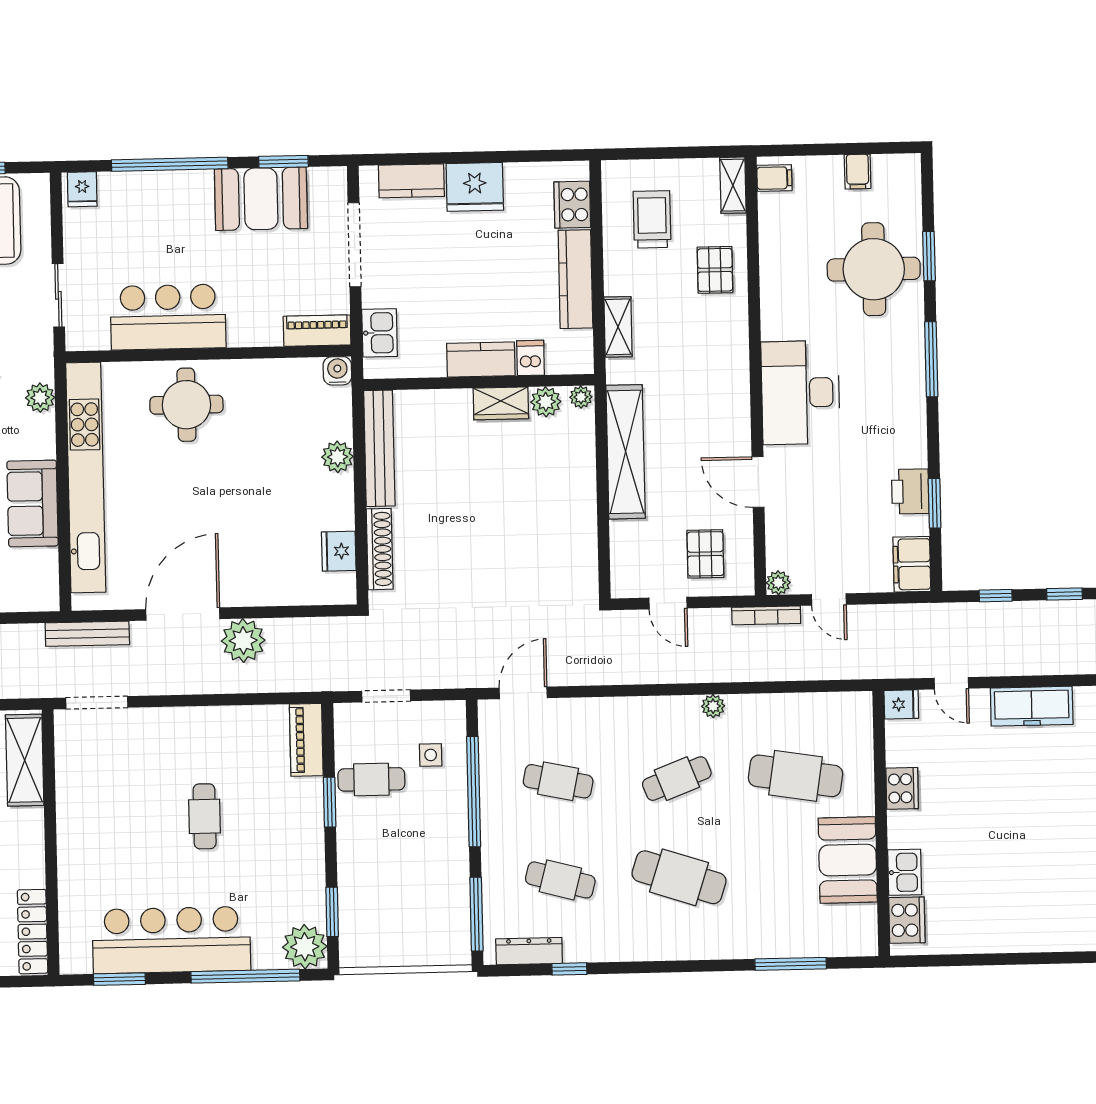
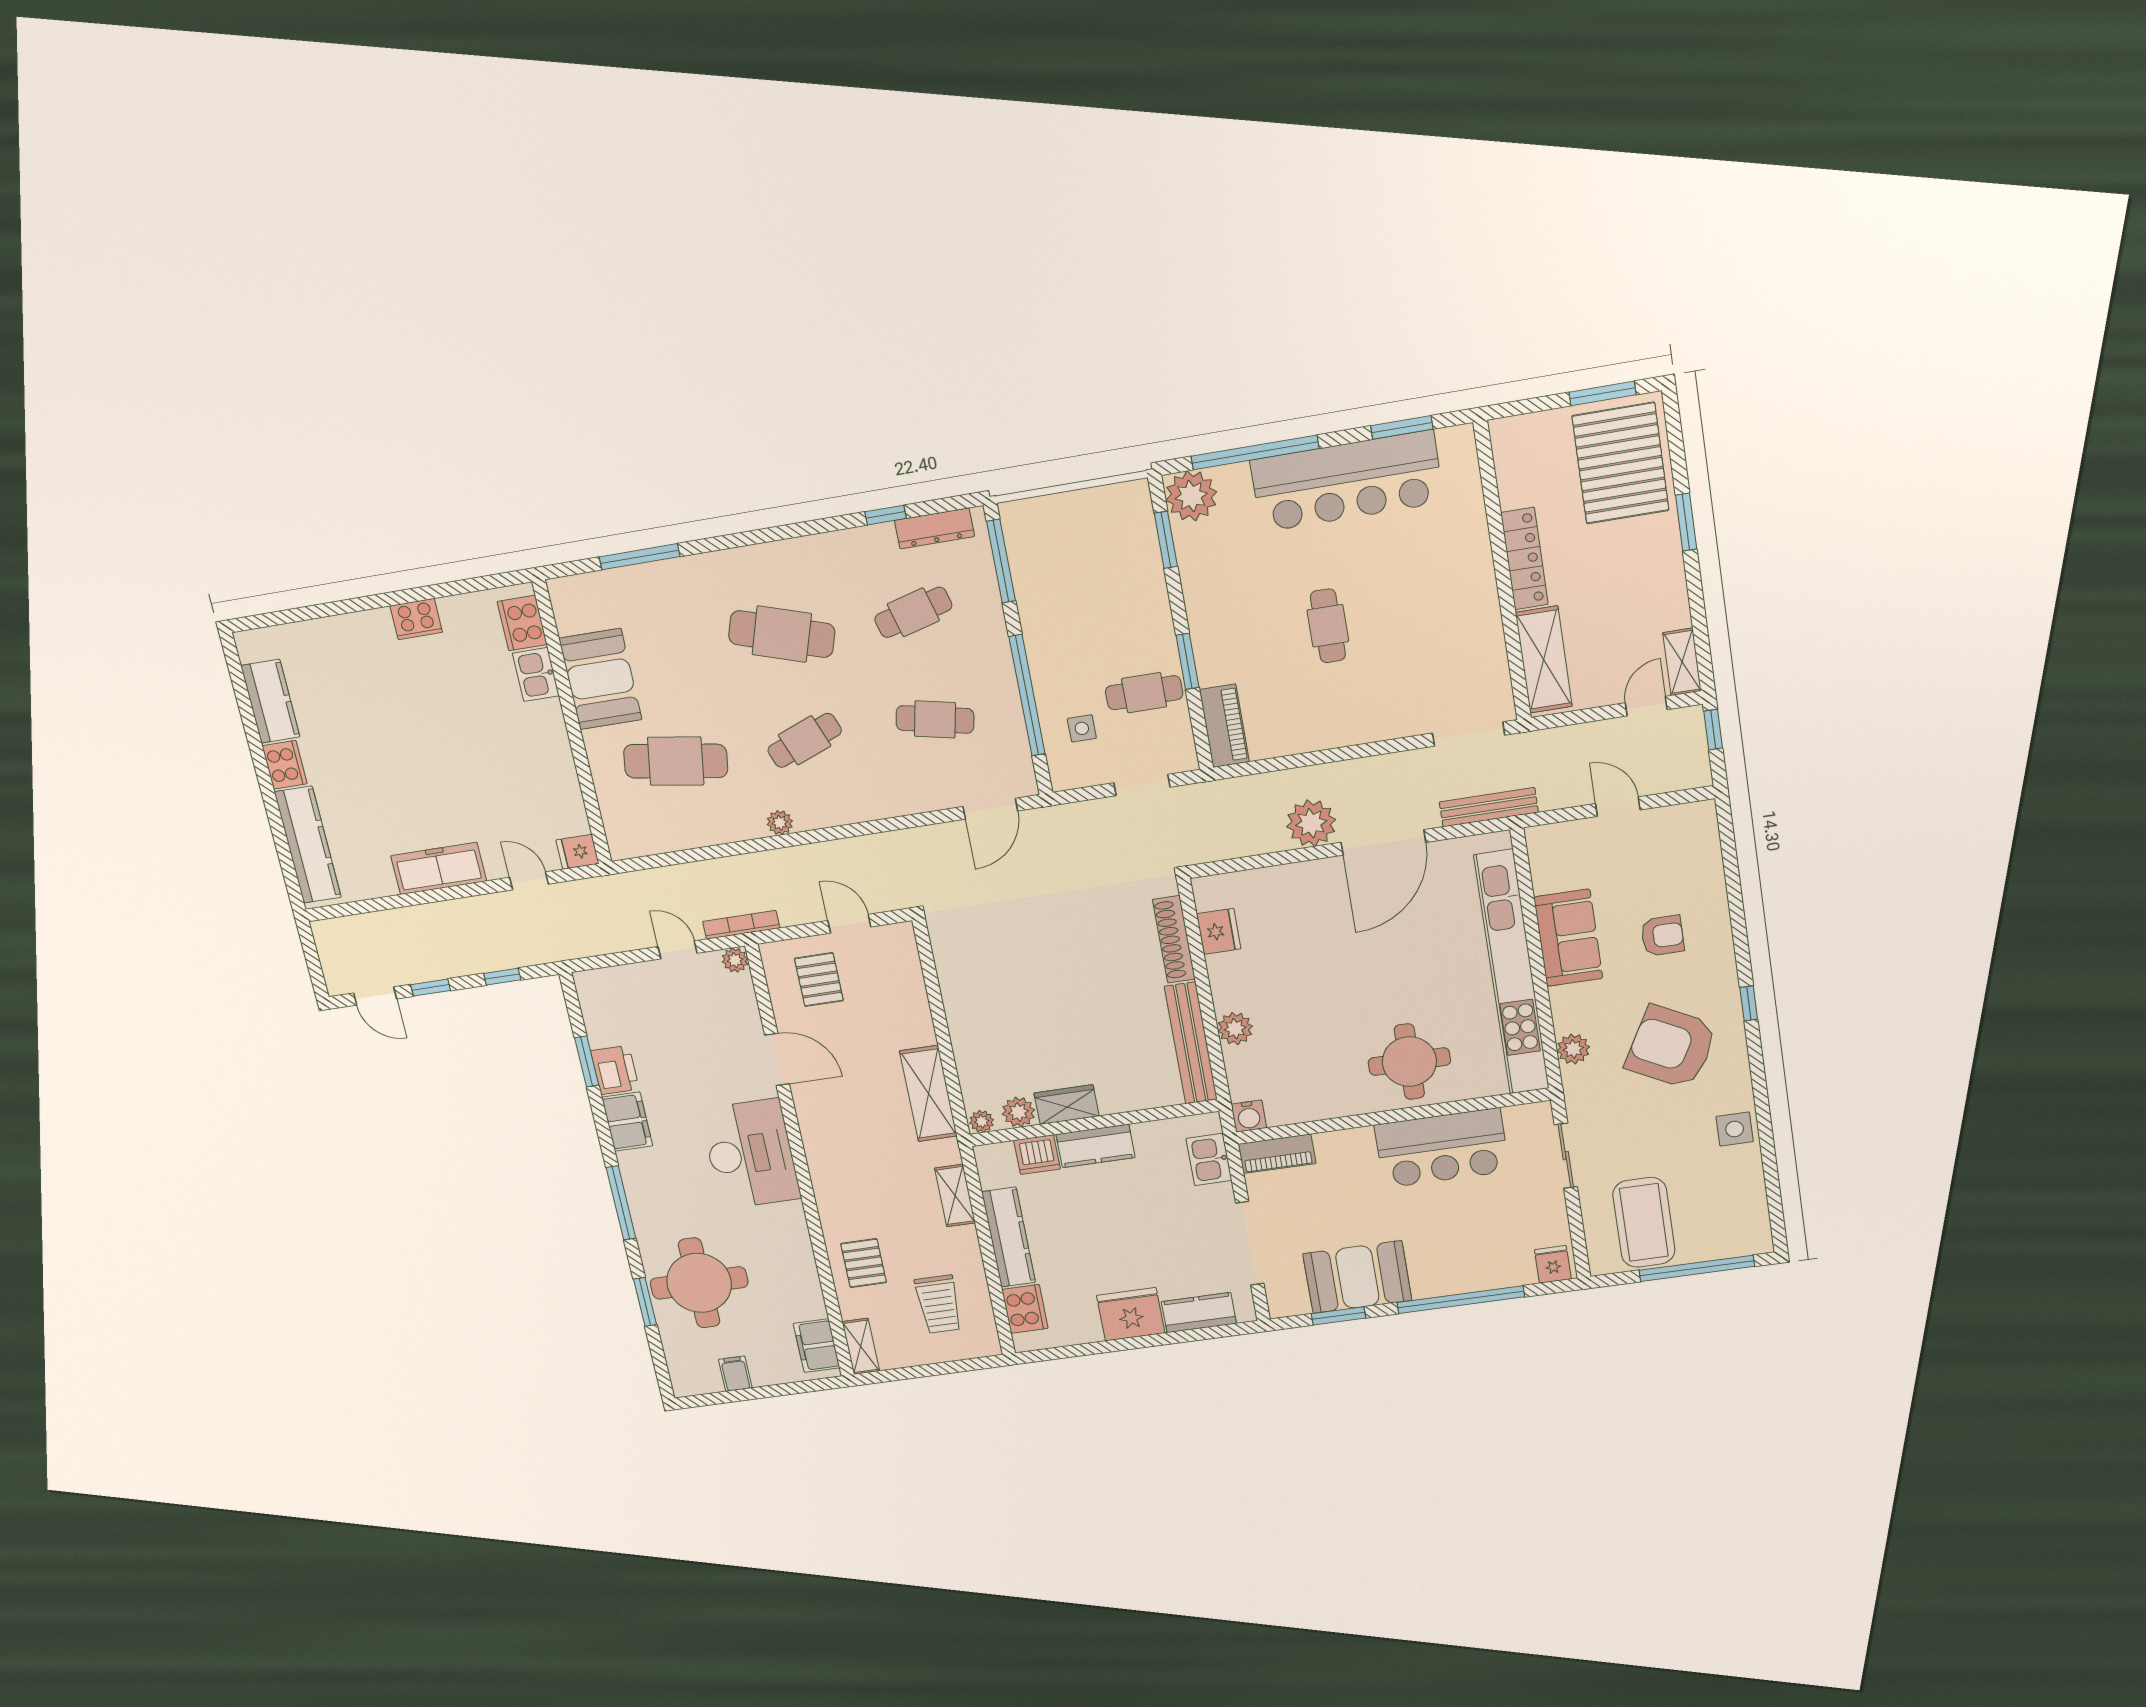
filing cabinet: (774, 178) -> (817, 1346), width x2.00
dishwasher: (531, 358) -> (1037, 1155), width x1.38
shelving: (626, 452) -> (928, 1094), width x0.68
filing cabinet: (912, 564) -> (627, 1122), moved
cooker: (902, 788) -> (416, 619), moved, turned -90
cafe table: (560, 880) -> (913, 612), turned -30
locker: (33, 932) -> (1524, 559), moved

